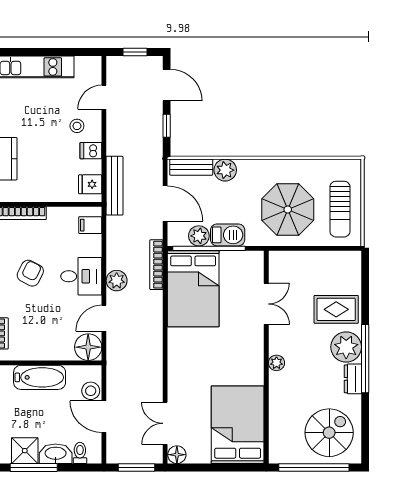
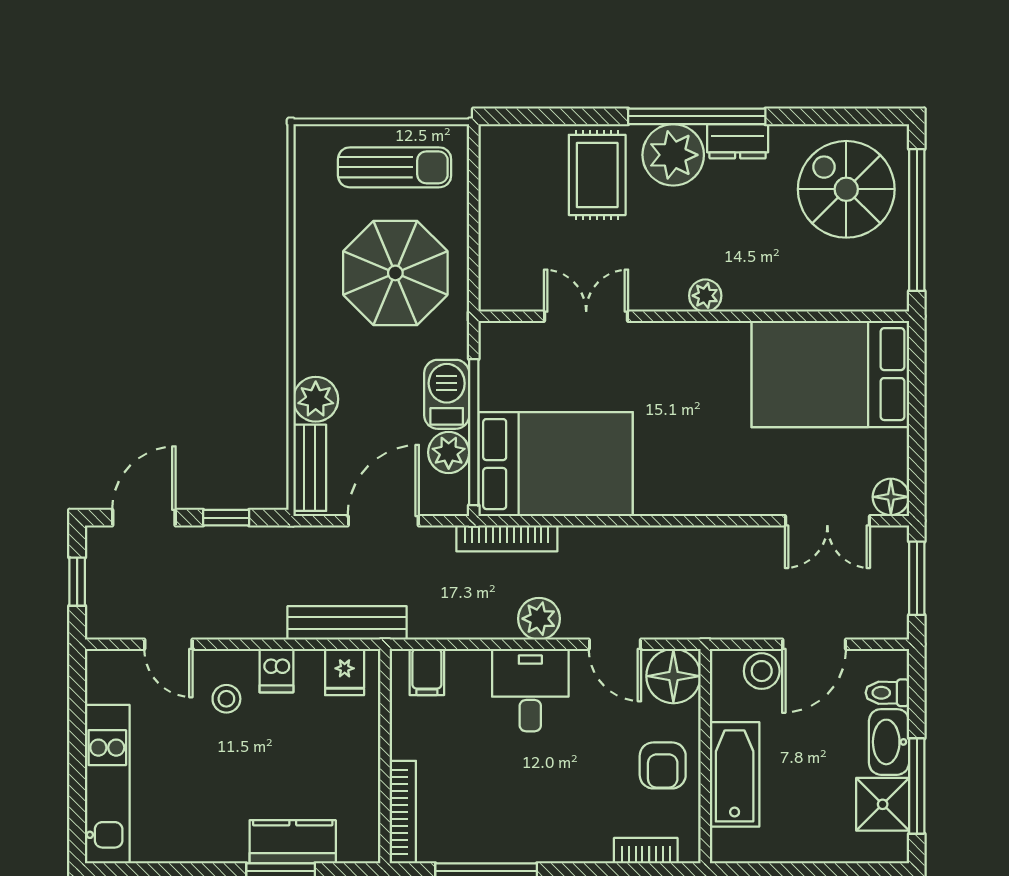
armchair: (30, 273) -> (663, 765), moved, turned -117

